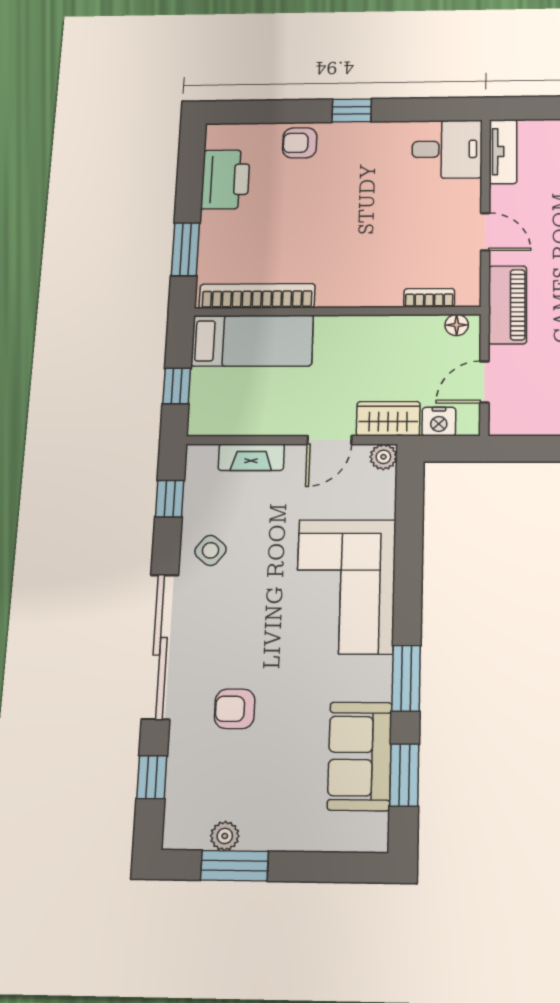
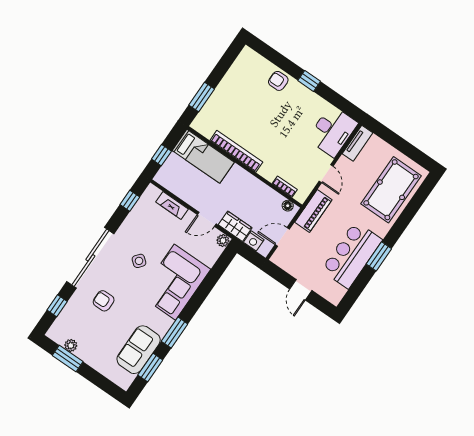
desk: (447, 149) -> (333, 131), width x1.37
printer: (225, 179) -> (237, 76), removed
bookcase: (257, 296) -> (236, 151), moved
side table: (210, 550) -> (139, 261), moved

